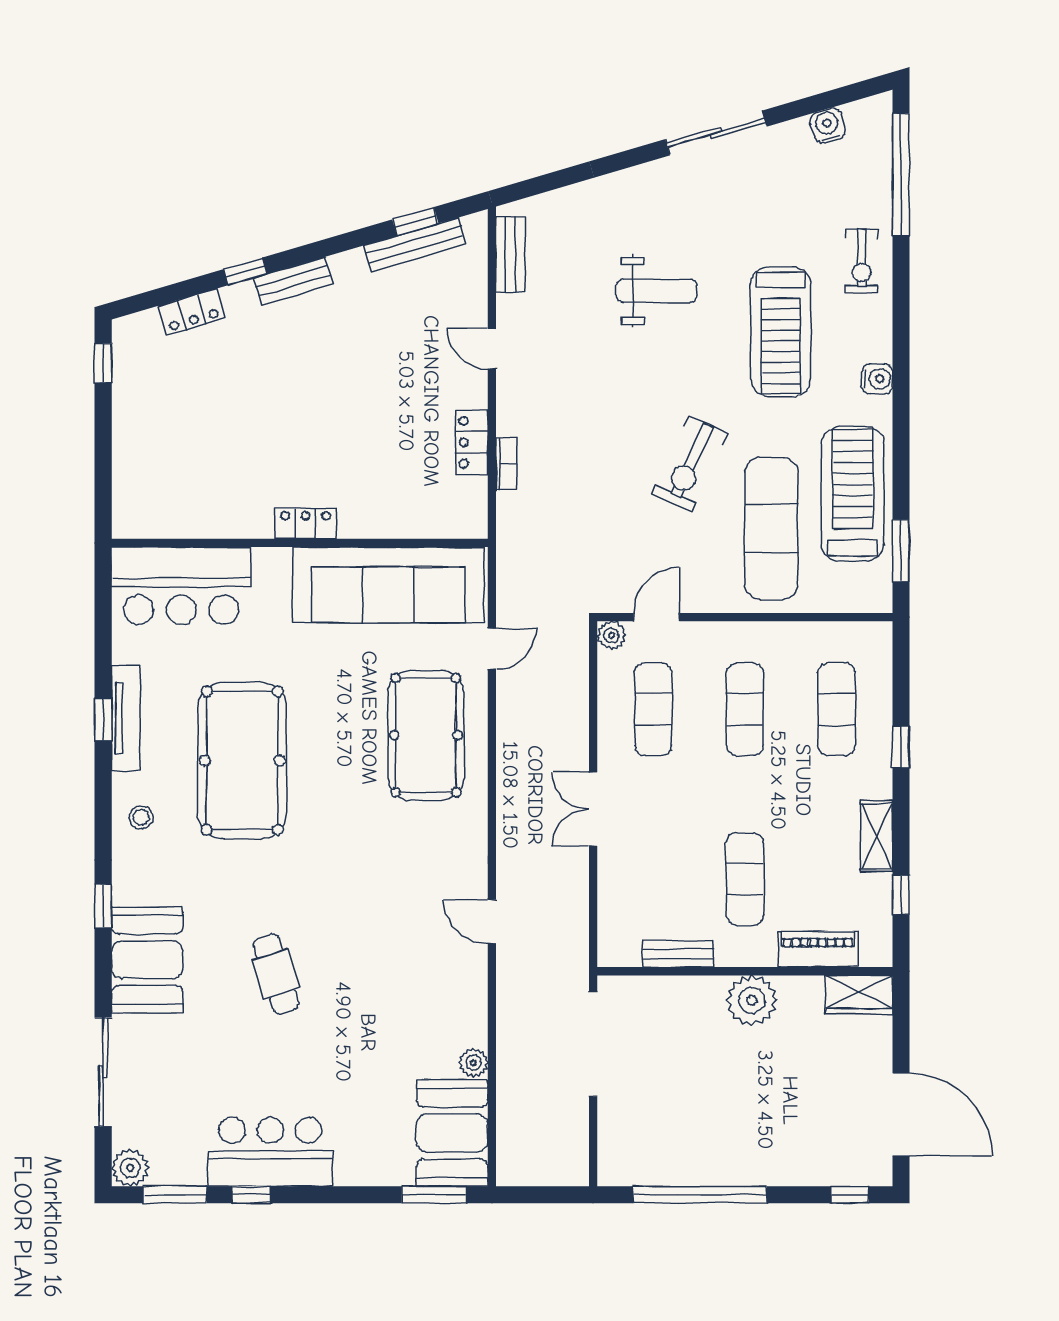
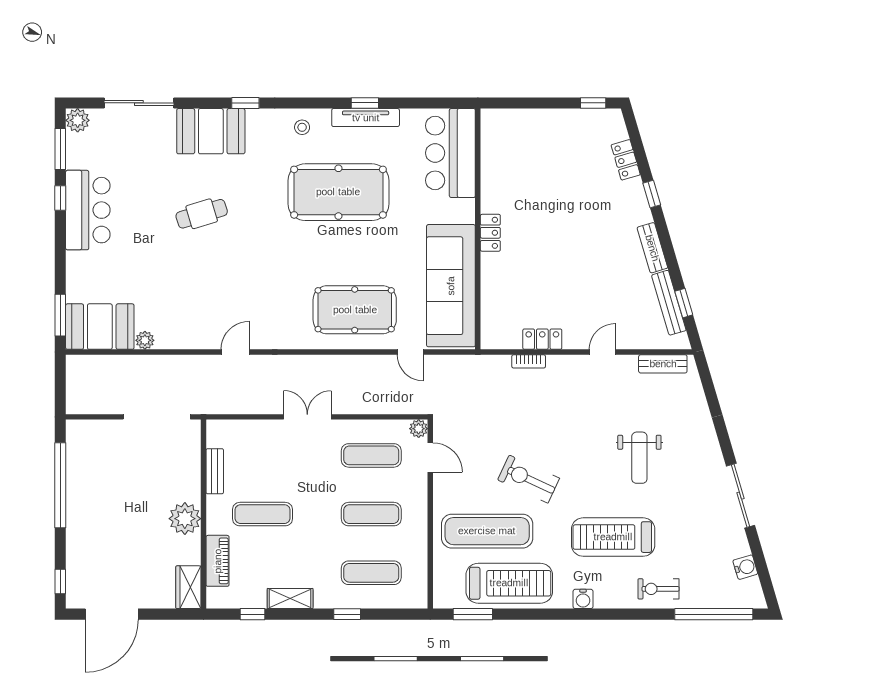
bench: (293, 281) -> (652, 248), moved

